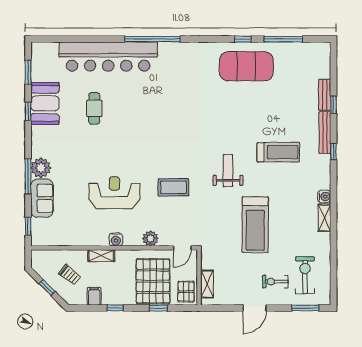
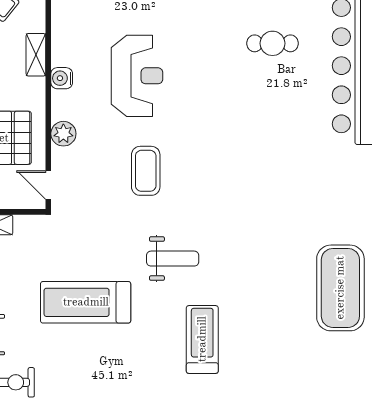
treadmill: (278, 152) -> (202, 339), turned 180

